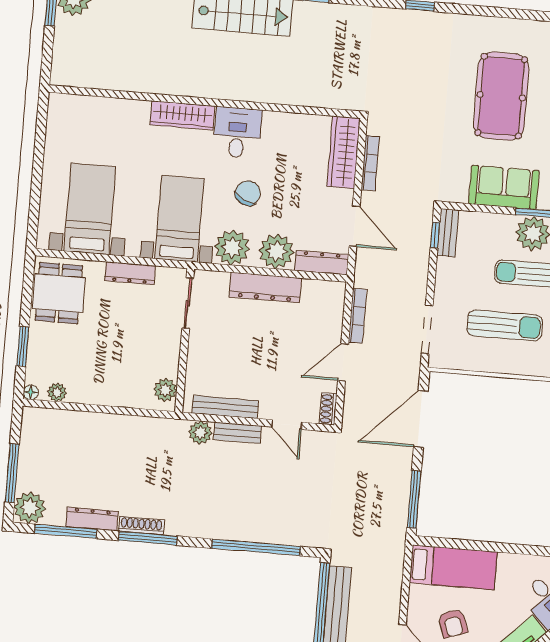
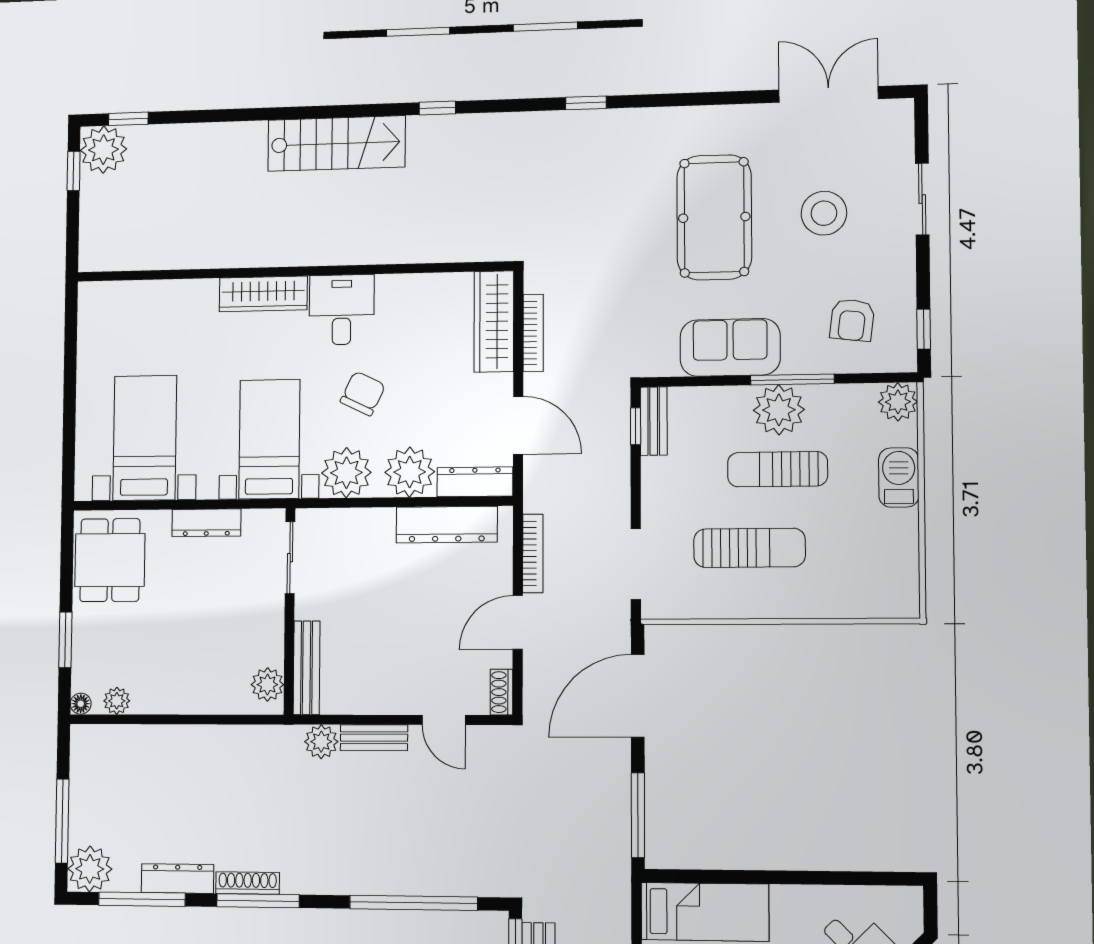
dresser: (265, 287) -> (447, 525), moved
bench: (225, 407) -> (307, 668), moved, turned 90

